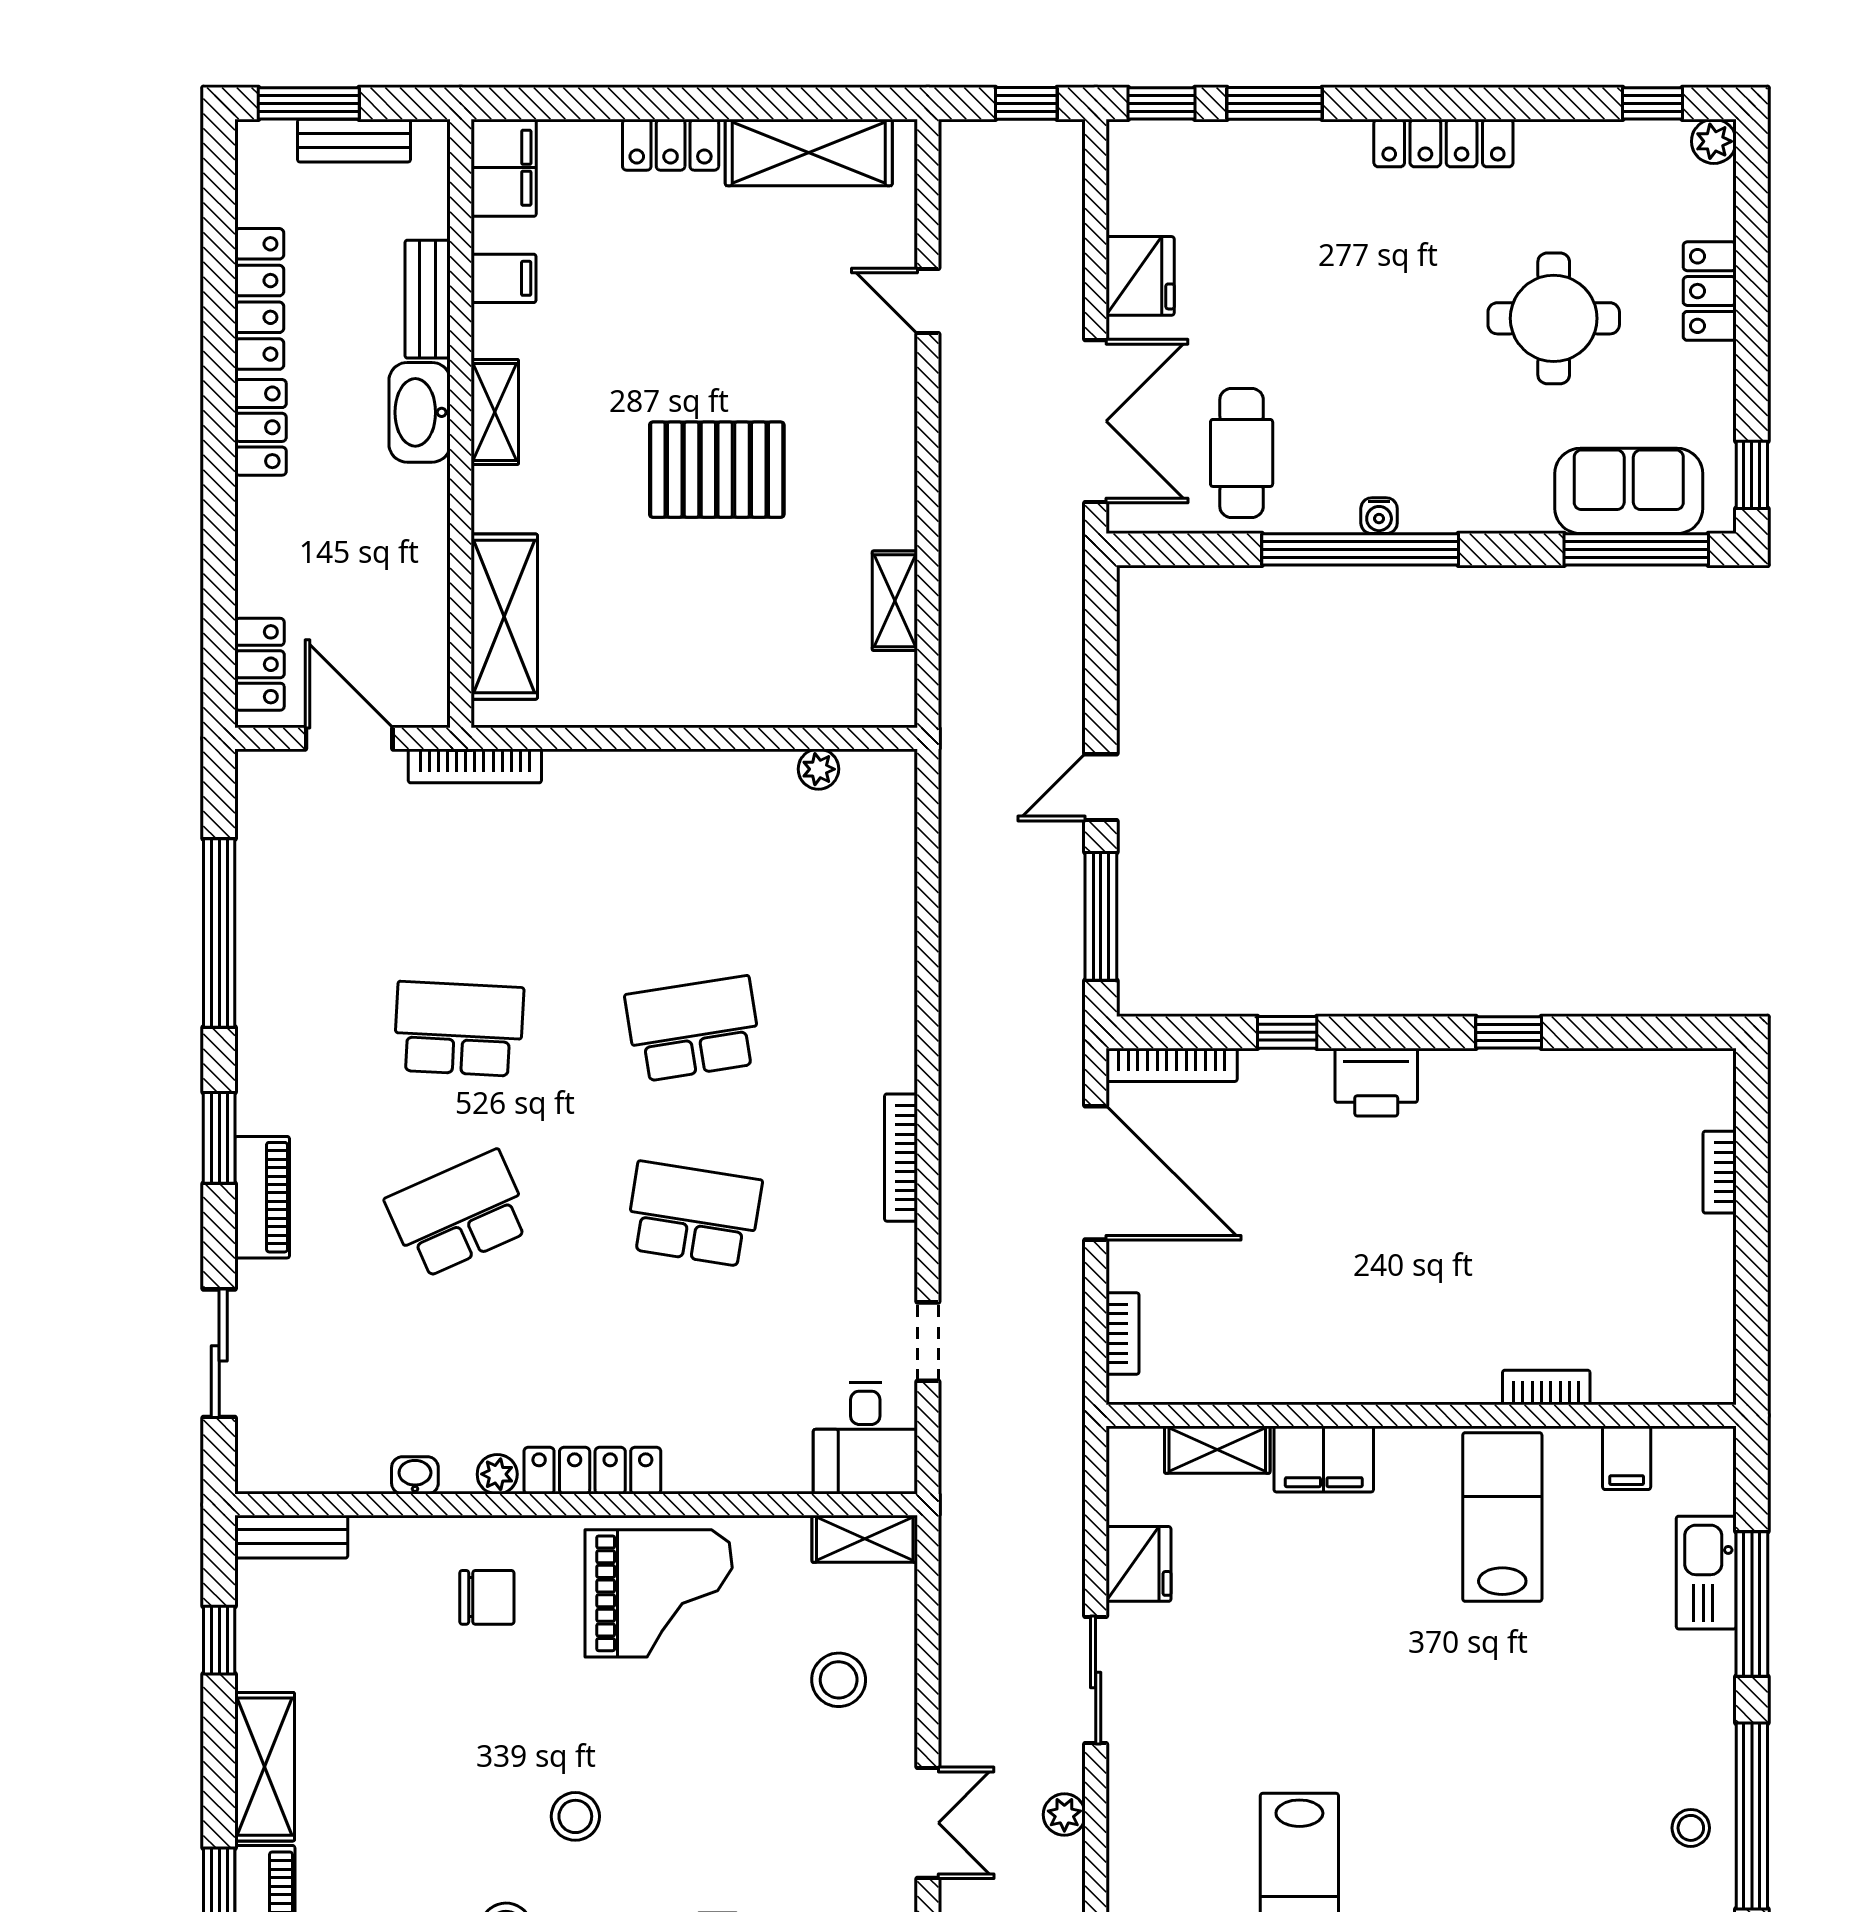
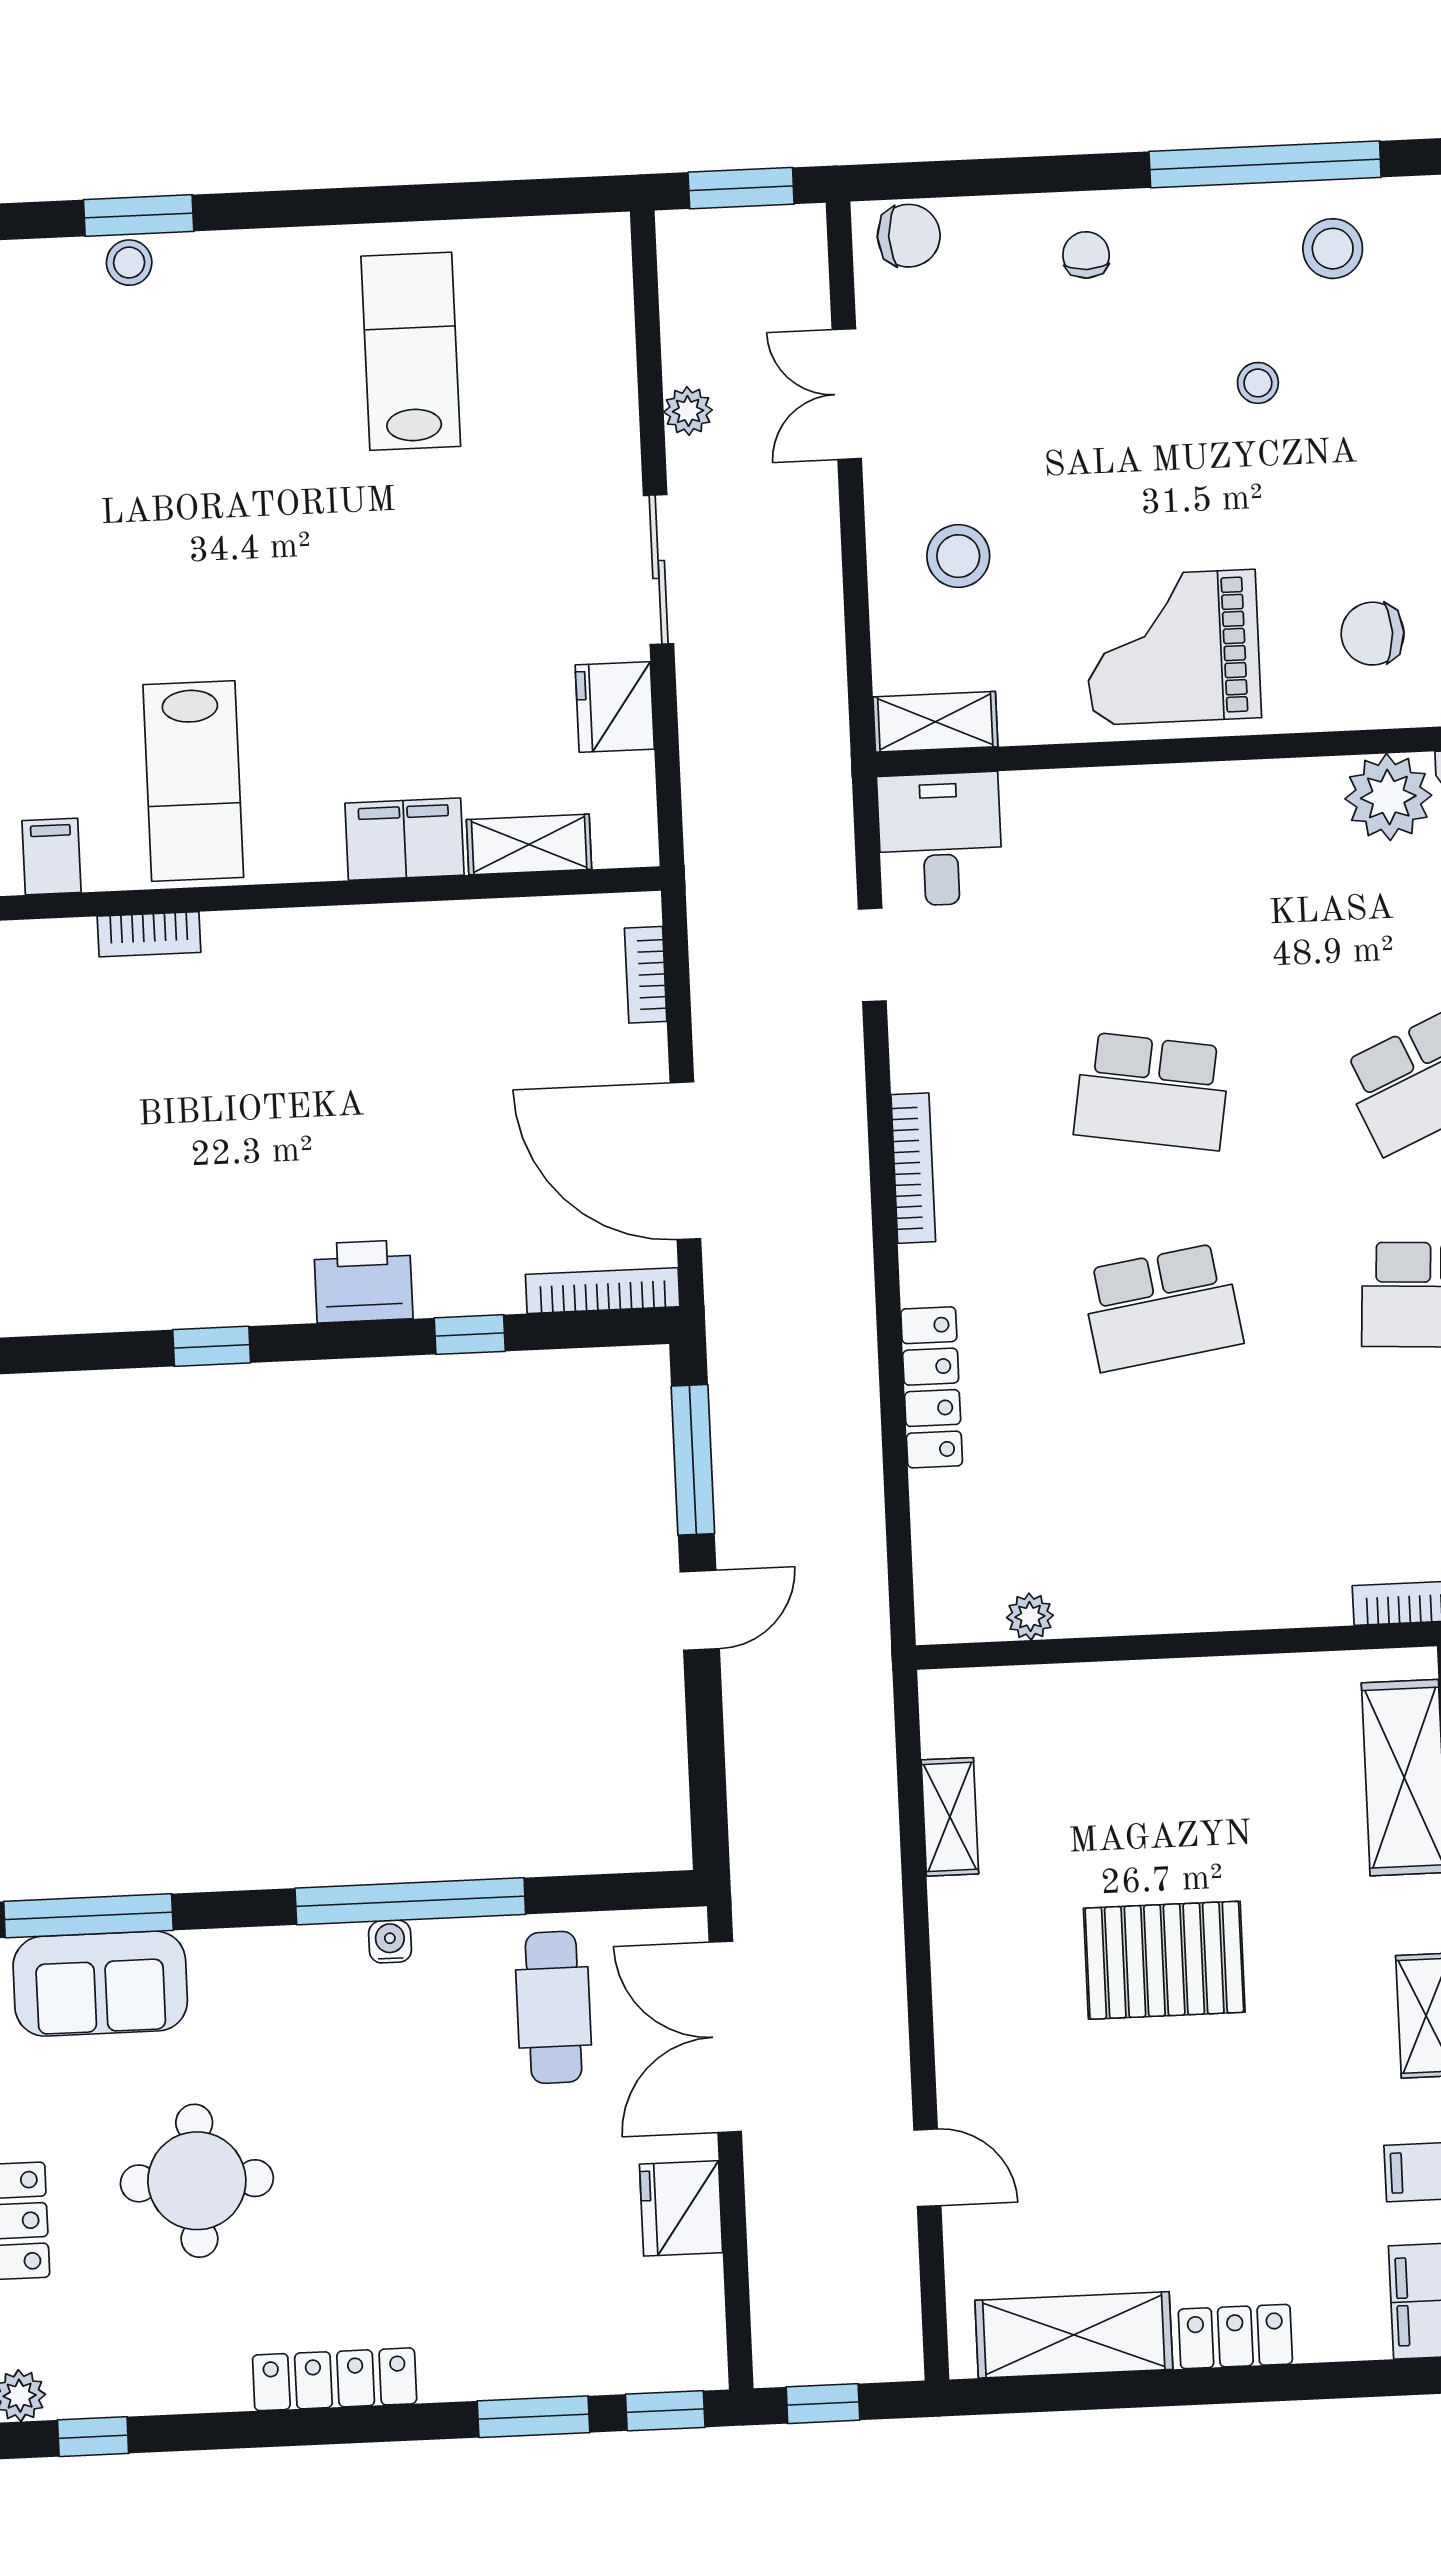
locker: (592, 1471) -> (932, 1387), moved, turned -90
plant: (497, 1474) -> (1388, 797), width x1.87, depth x1.87
stool: (575, 1816) -> (1258, 383), width x0.73, depth x0.73

